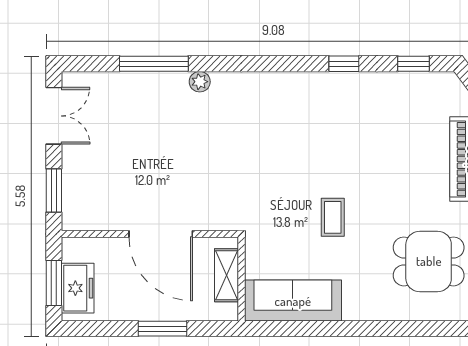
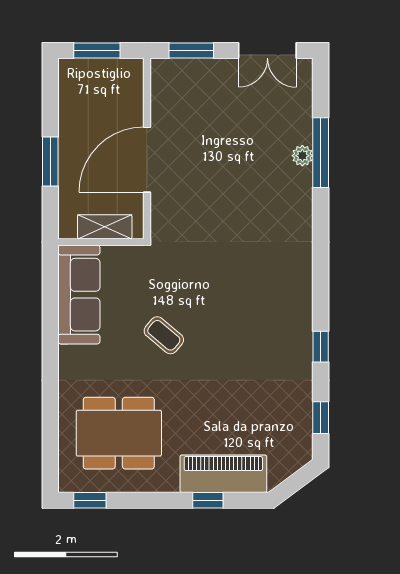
plant: (200, 82) -> (302, 156), moved
coffee table: (333, 217) -> (164, 335), turned 40
dining table: (429, 261) -> (119, 433), width x1.38
freezer: (78, 288) -> (92, 75), removed

